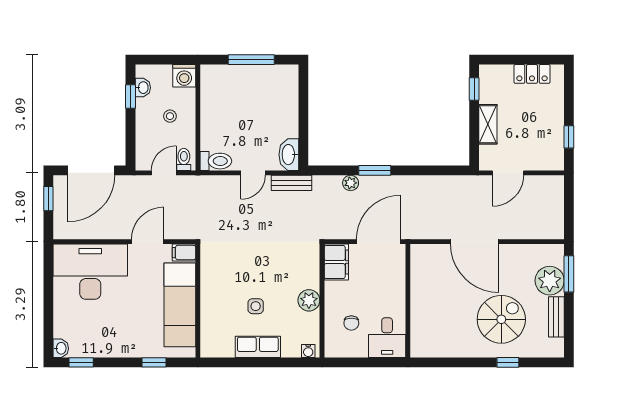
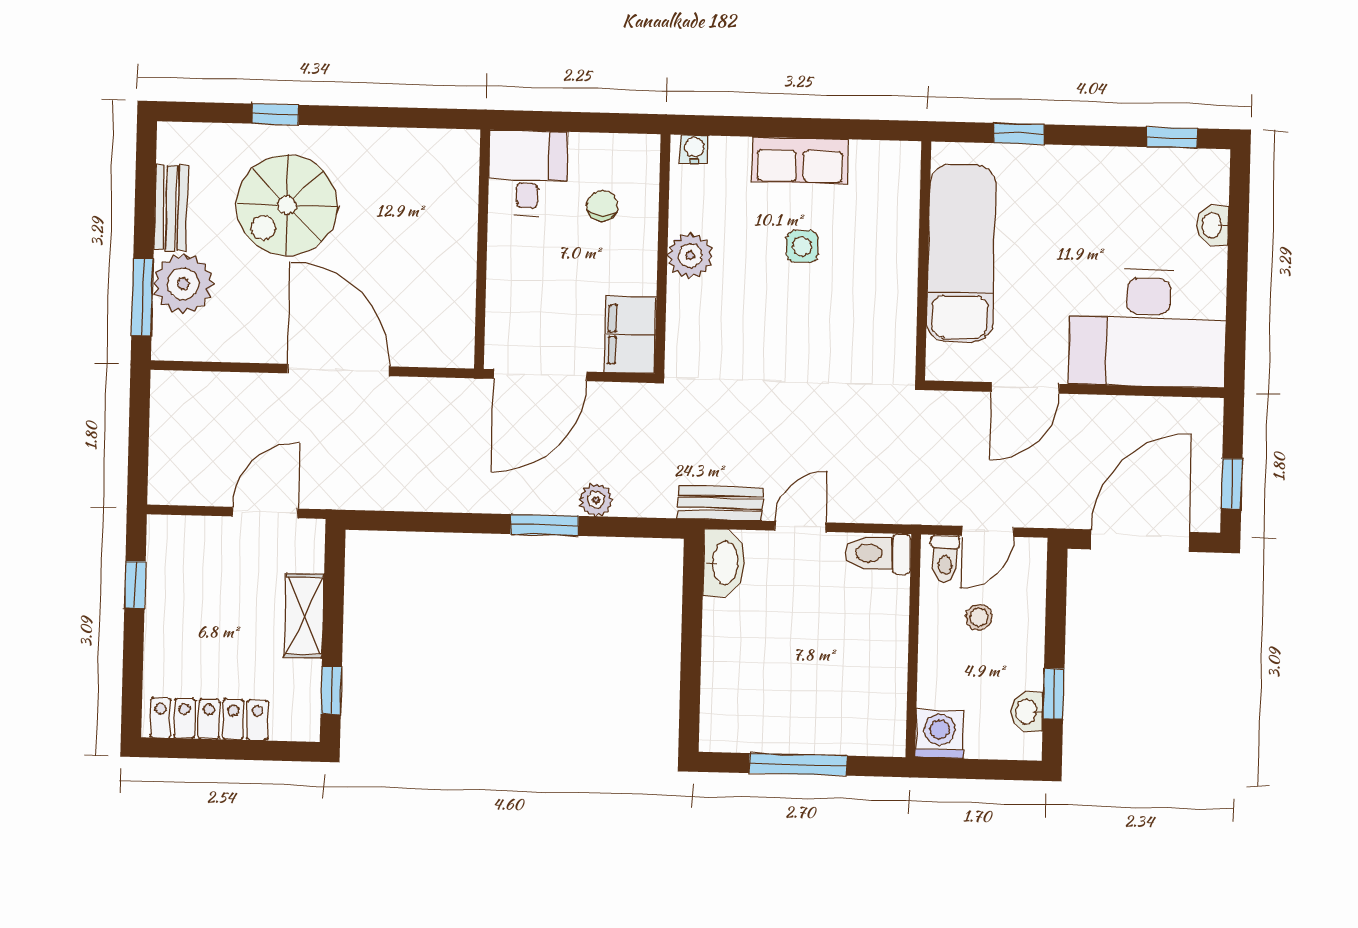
locker: (532, 74) -> (209, 719), width x1.53
stool: (170, 116) -> (979, 617), moved
filing cabinet: (184, 253) -> (950, 363), removed
washbasin: (61, 348) -> (1213, 225), moved

